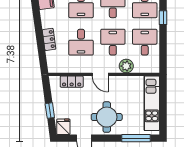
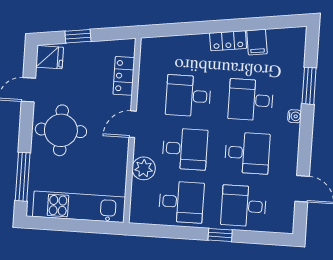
locker: (49, 39) -> (228, 41), moved

